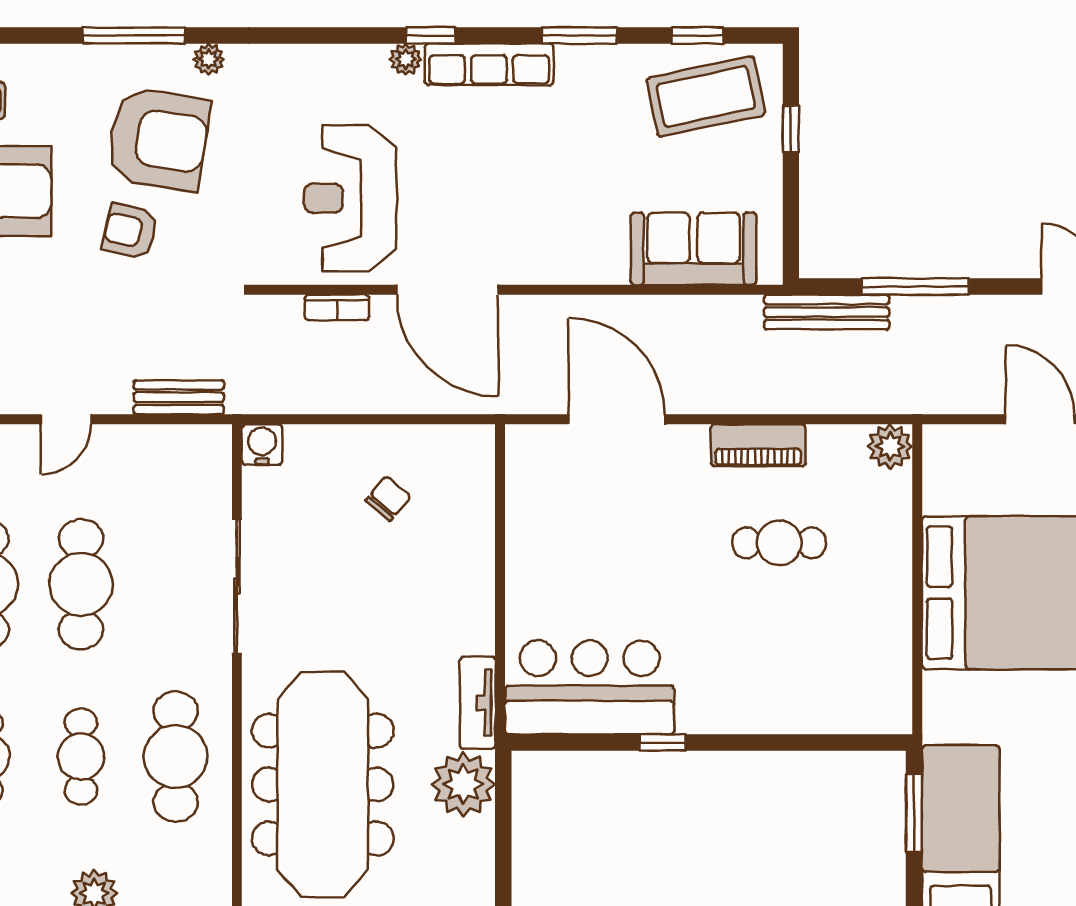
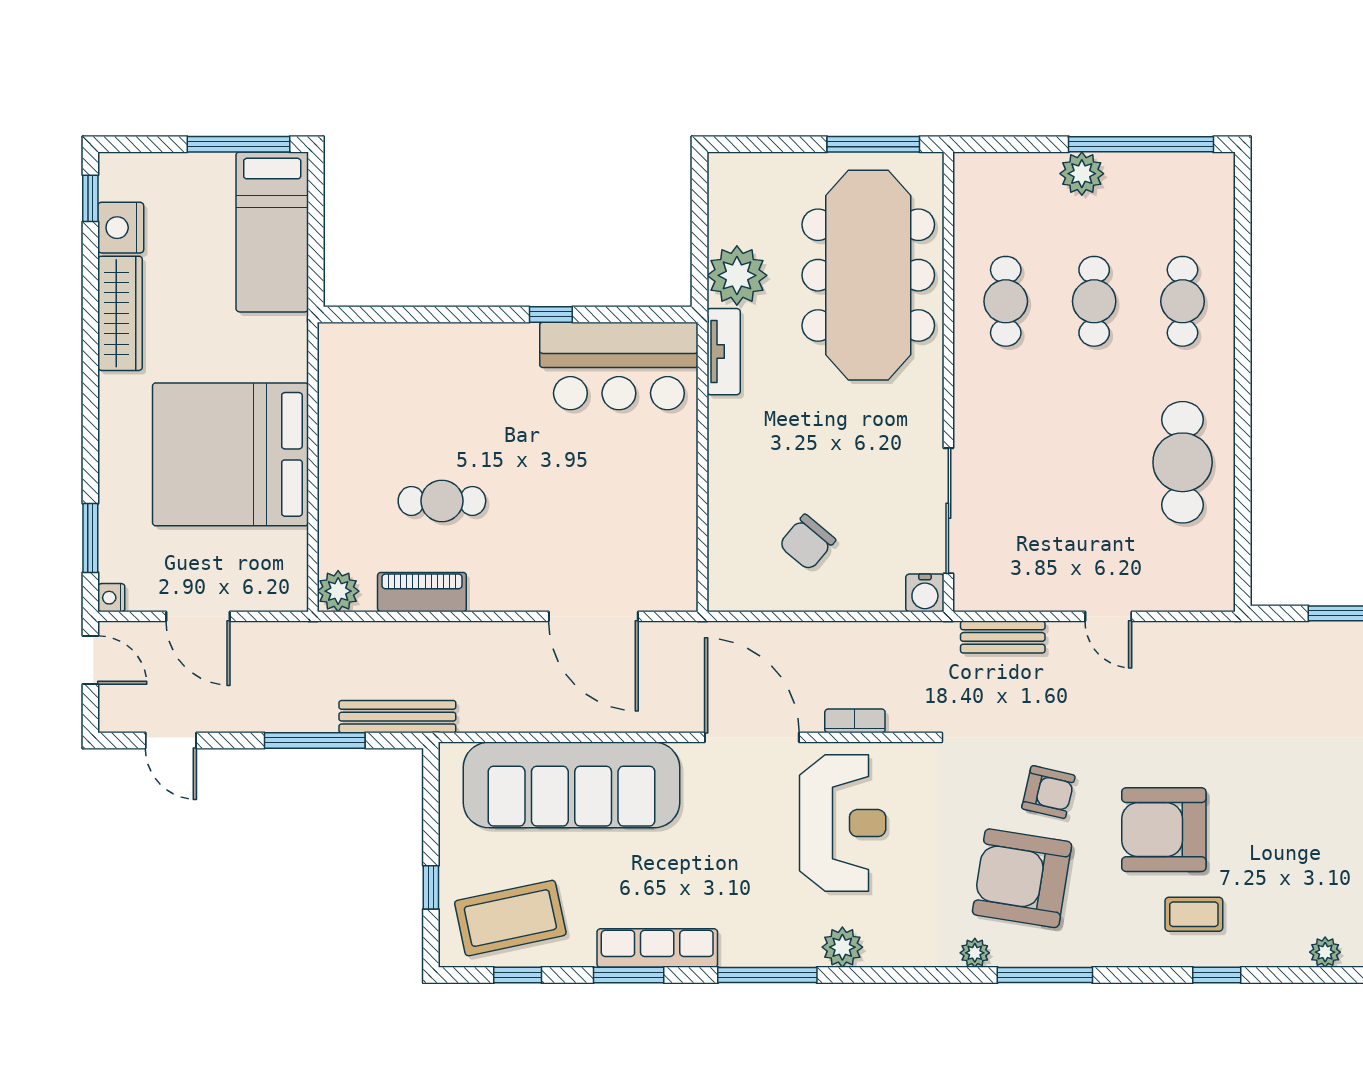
window: (431, 35) -> (767, 975), width x2.17
plant: (406, 59) -> (842, 947), moved, width x1.38, depth x1.38
row of seats: (489, 64) -> (657, 948), moved
sofa: (694, 249) -> (571, 785), width x1.85, depth x1.27
door: (66, 419) -> (1108, 616), swing flipped
piano: (758, 445) -> (422, 592), moved
chair: (388, 499) -> (807, 542), width x1.37, depth x1.37
cafe table: (81, 584) -> (1094, 462), removed
sliding door: (237, 586) -> (948, 511), moved
cafe table: (176, 757) -> (1006, 301), width x0.73, depth x0.74
window: (914, 813) -> (316, 248), removed

